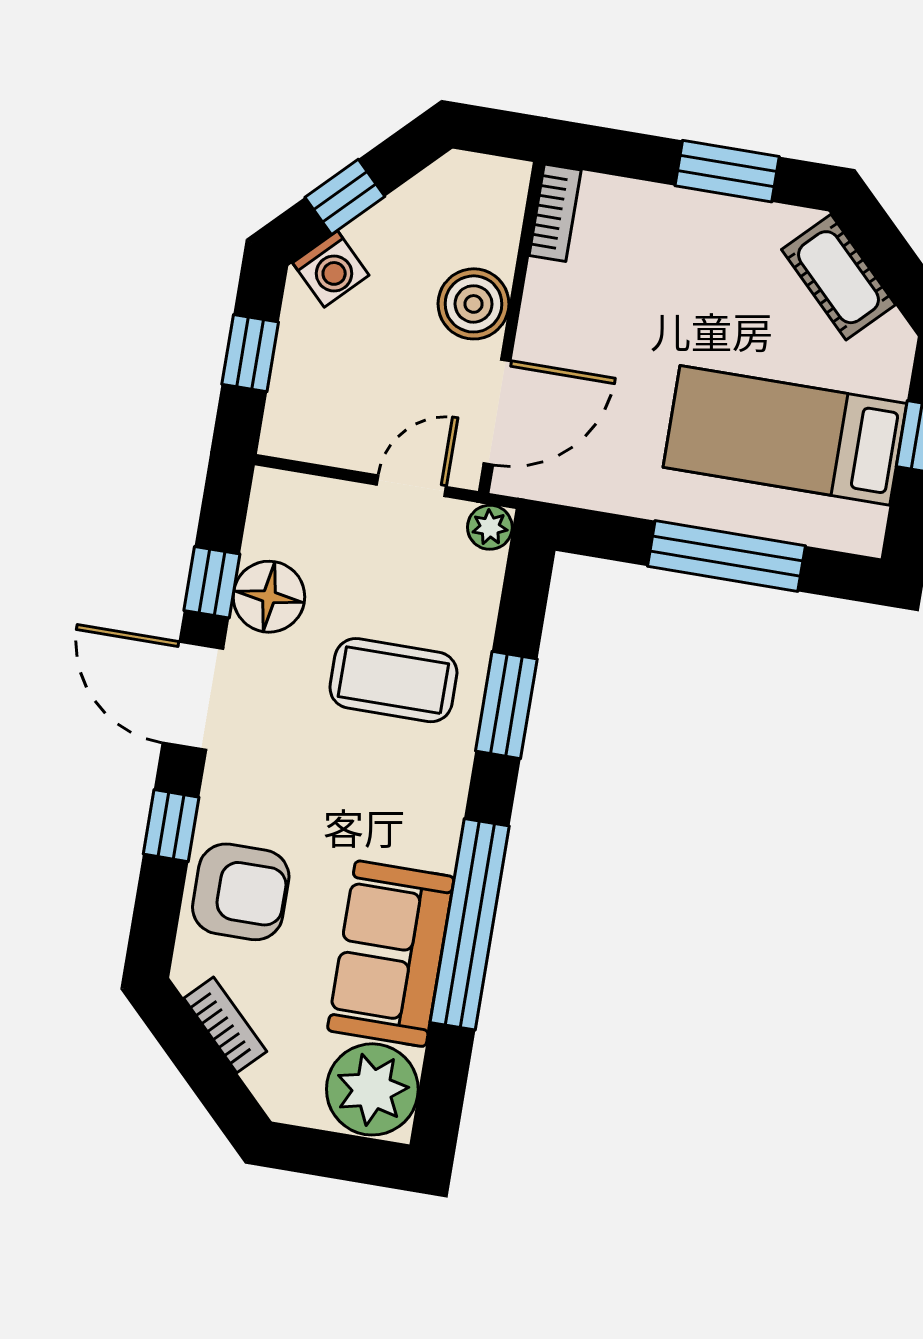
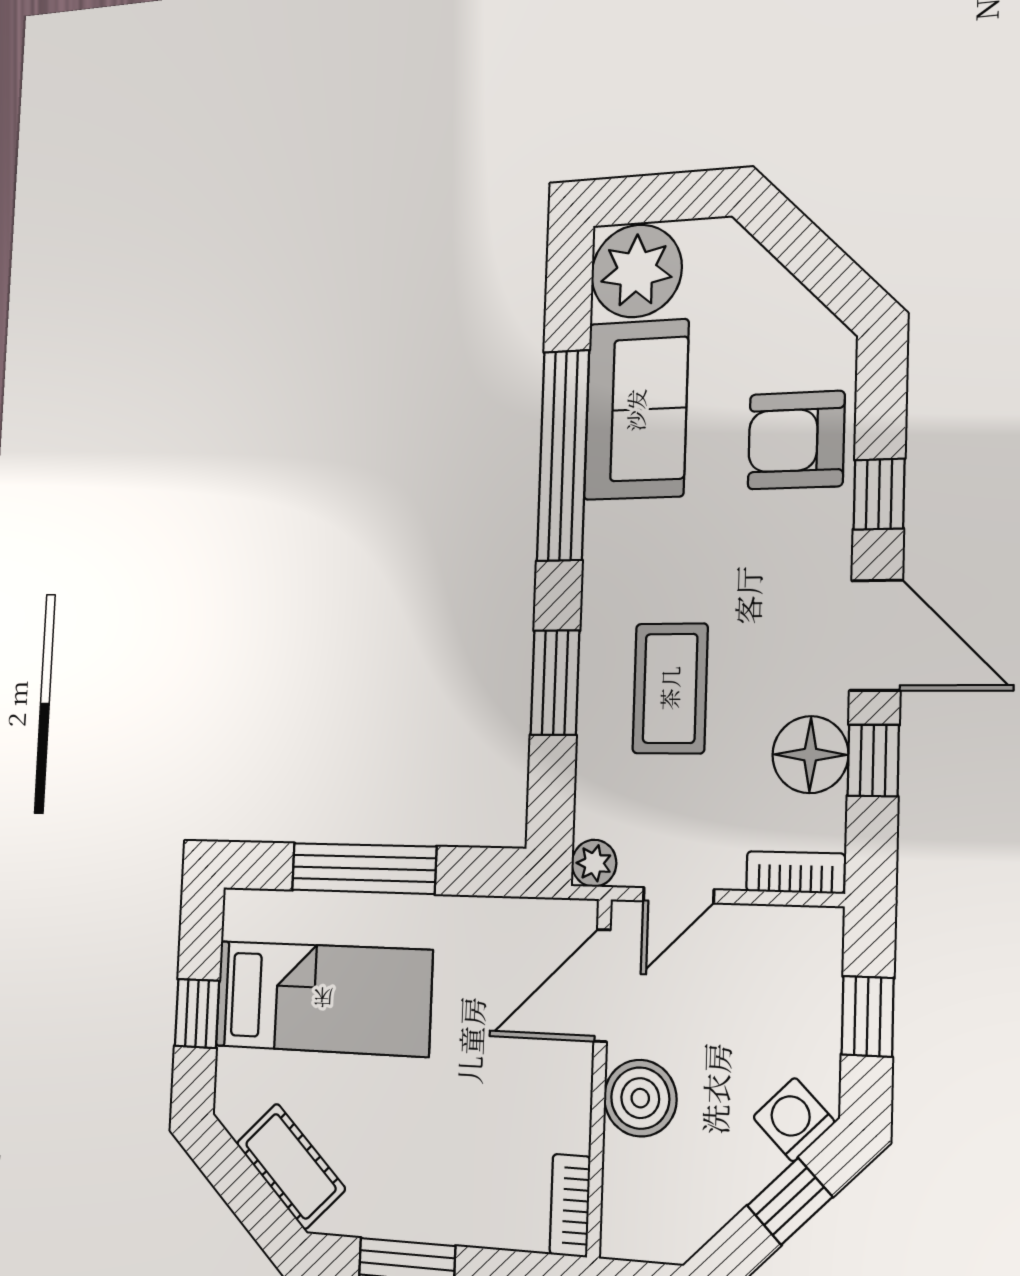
coffee table: (393, 680) -> (670, 688), turned 90
bookcase: (225, 1025) -> (795, 872), moved, turned 135

